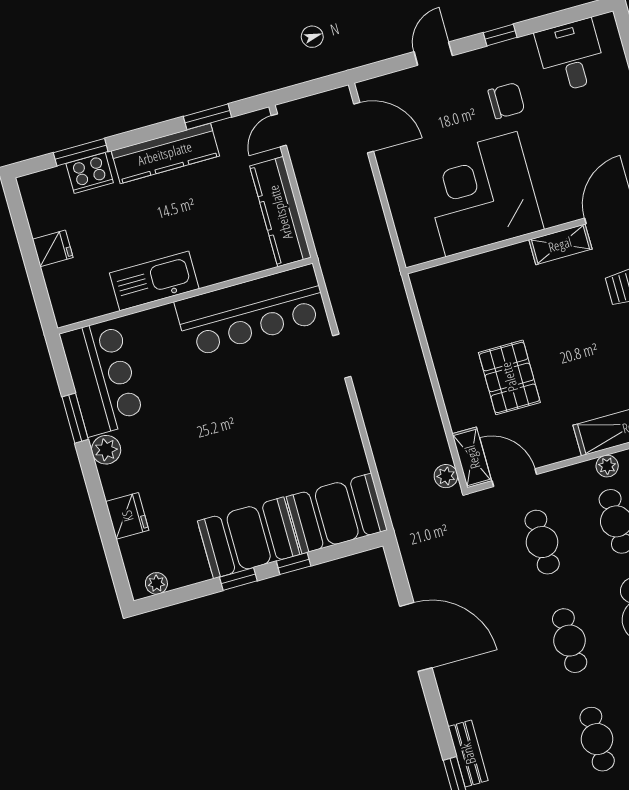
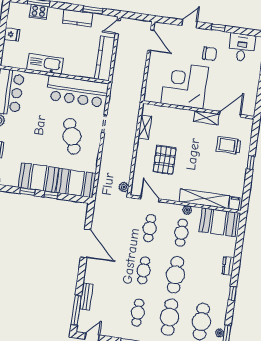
kitchen counter: (165, 153) -> (78, 18), width x0.67
cafe table: (283, 415) -> (72, 136), added
shelving: (472, 457) -> (145, 127), moved

